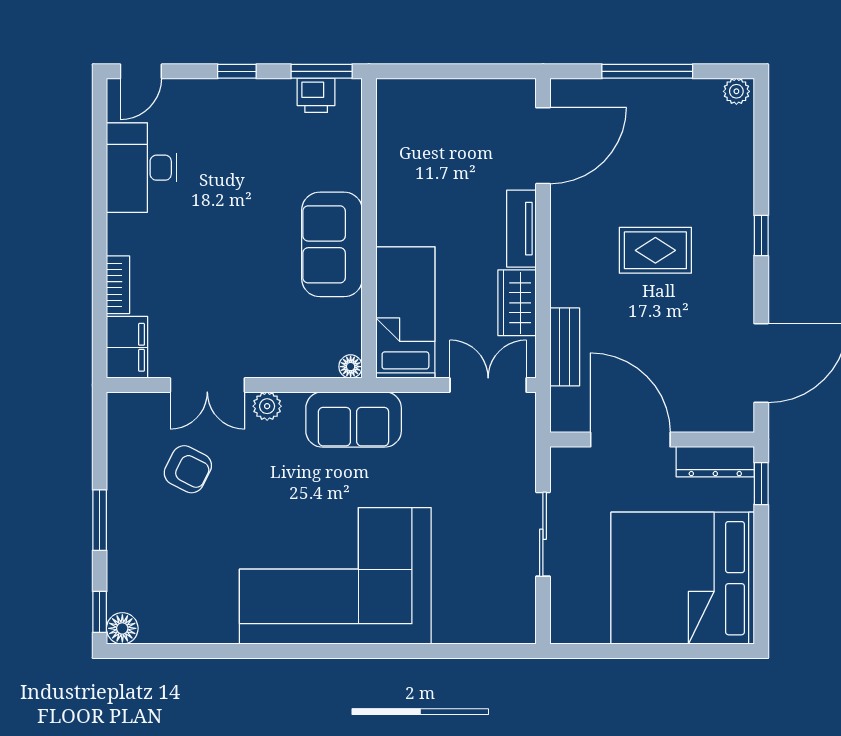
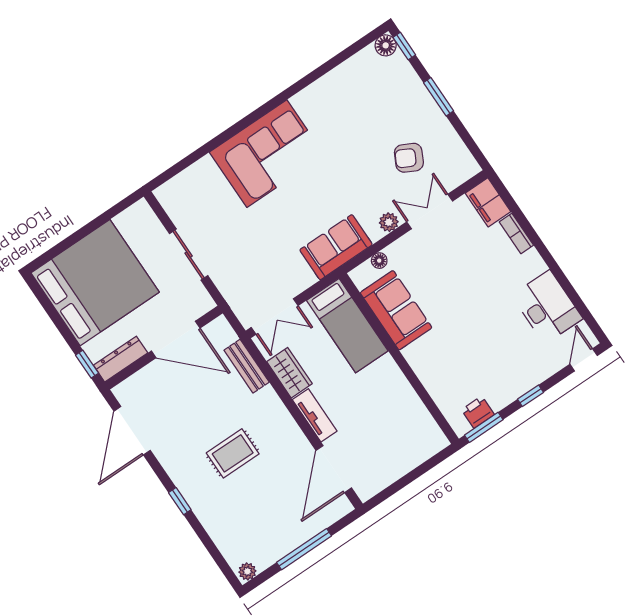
sofa: (332, 244) -> (396, 310), moved
floor lamp: (351, 367) -> (379, 261), moved
corner sofa: (335, 576) -> (267, 154), width x0.73, depth x0.74

